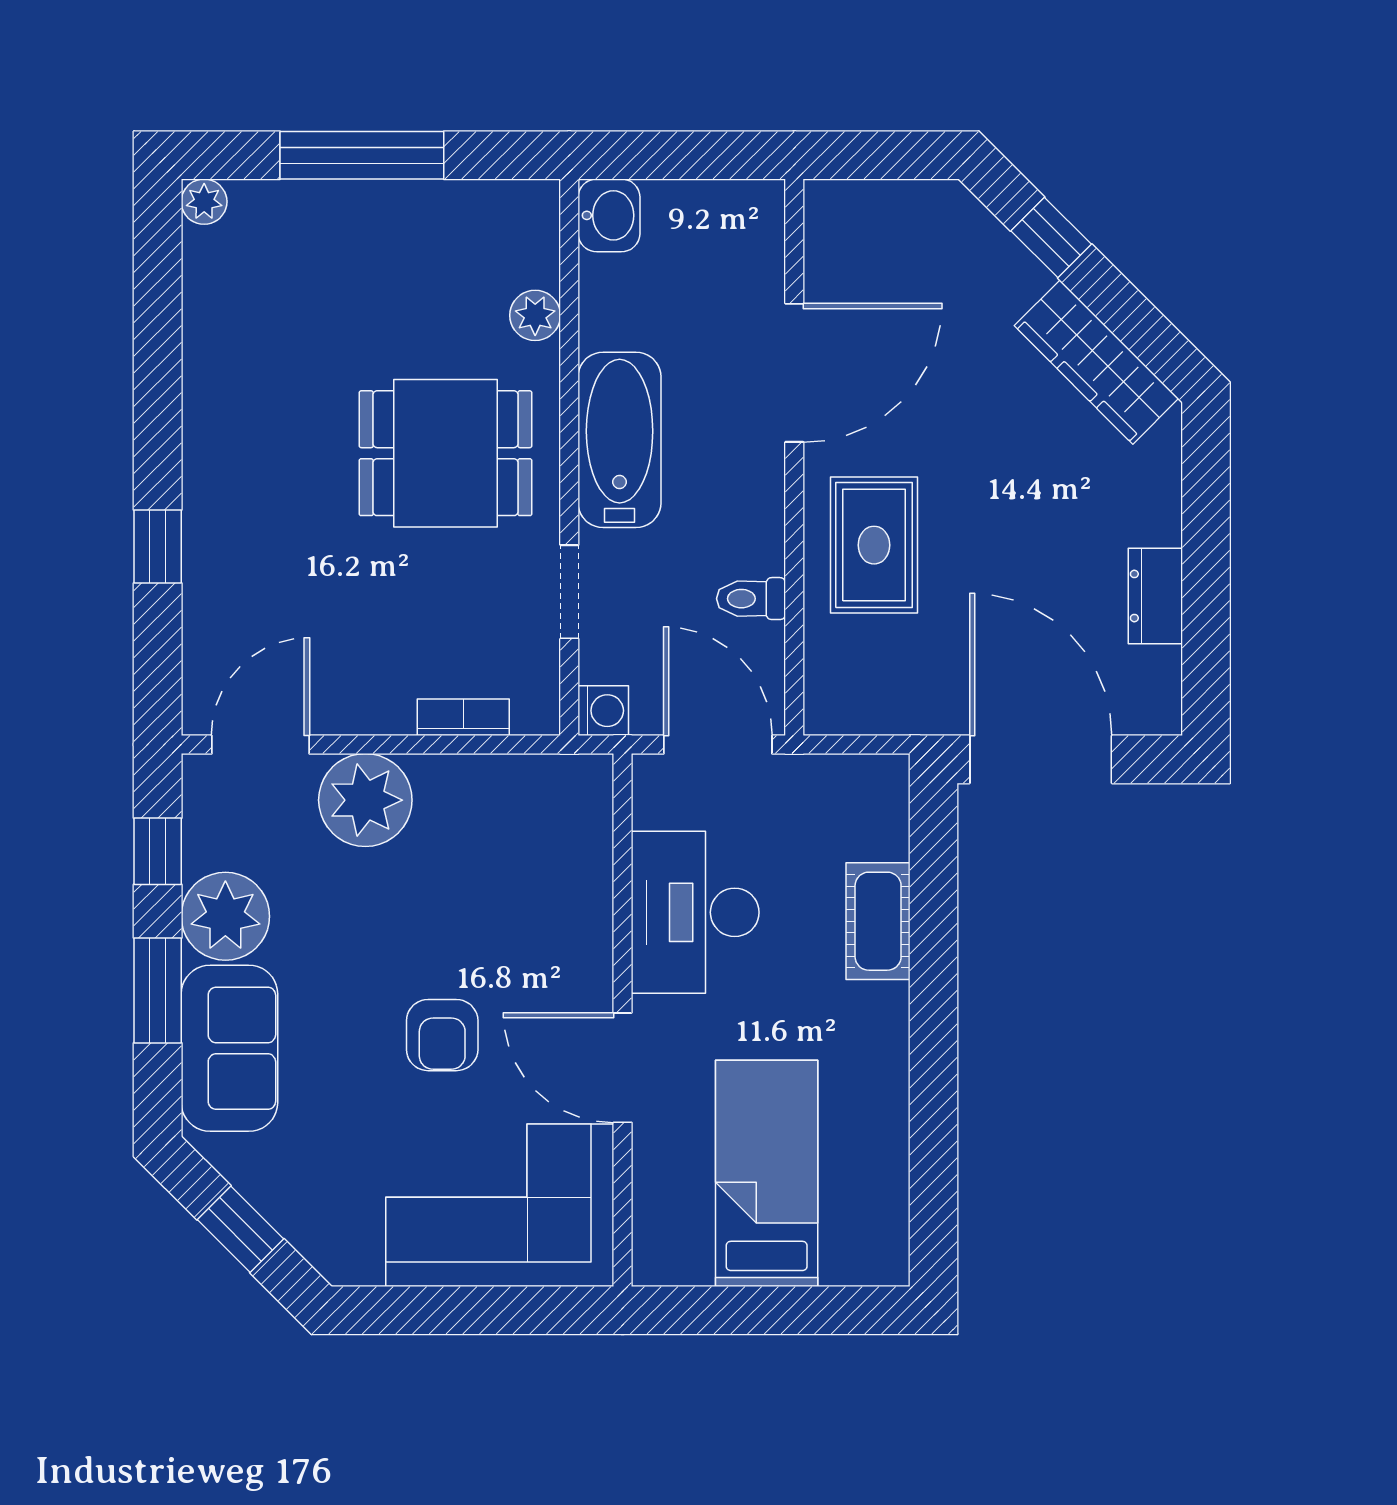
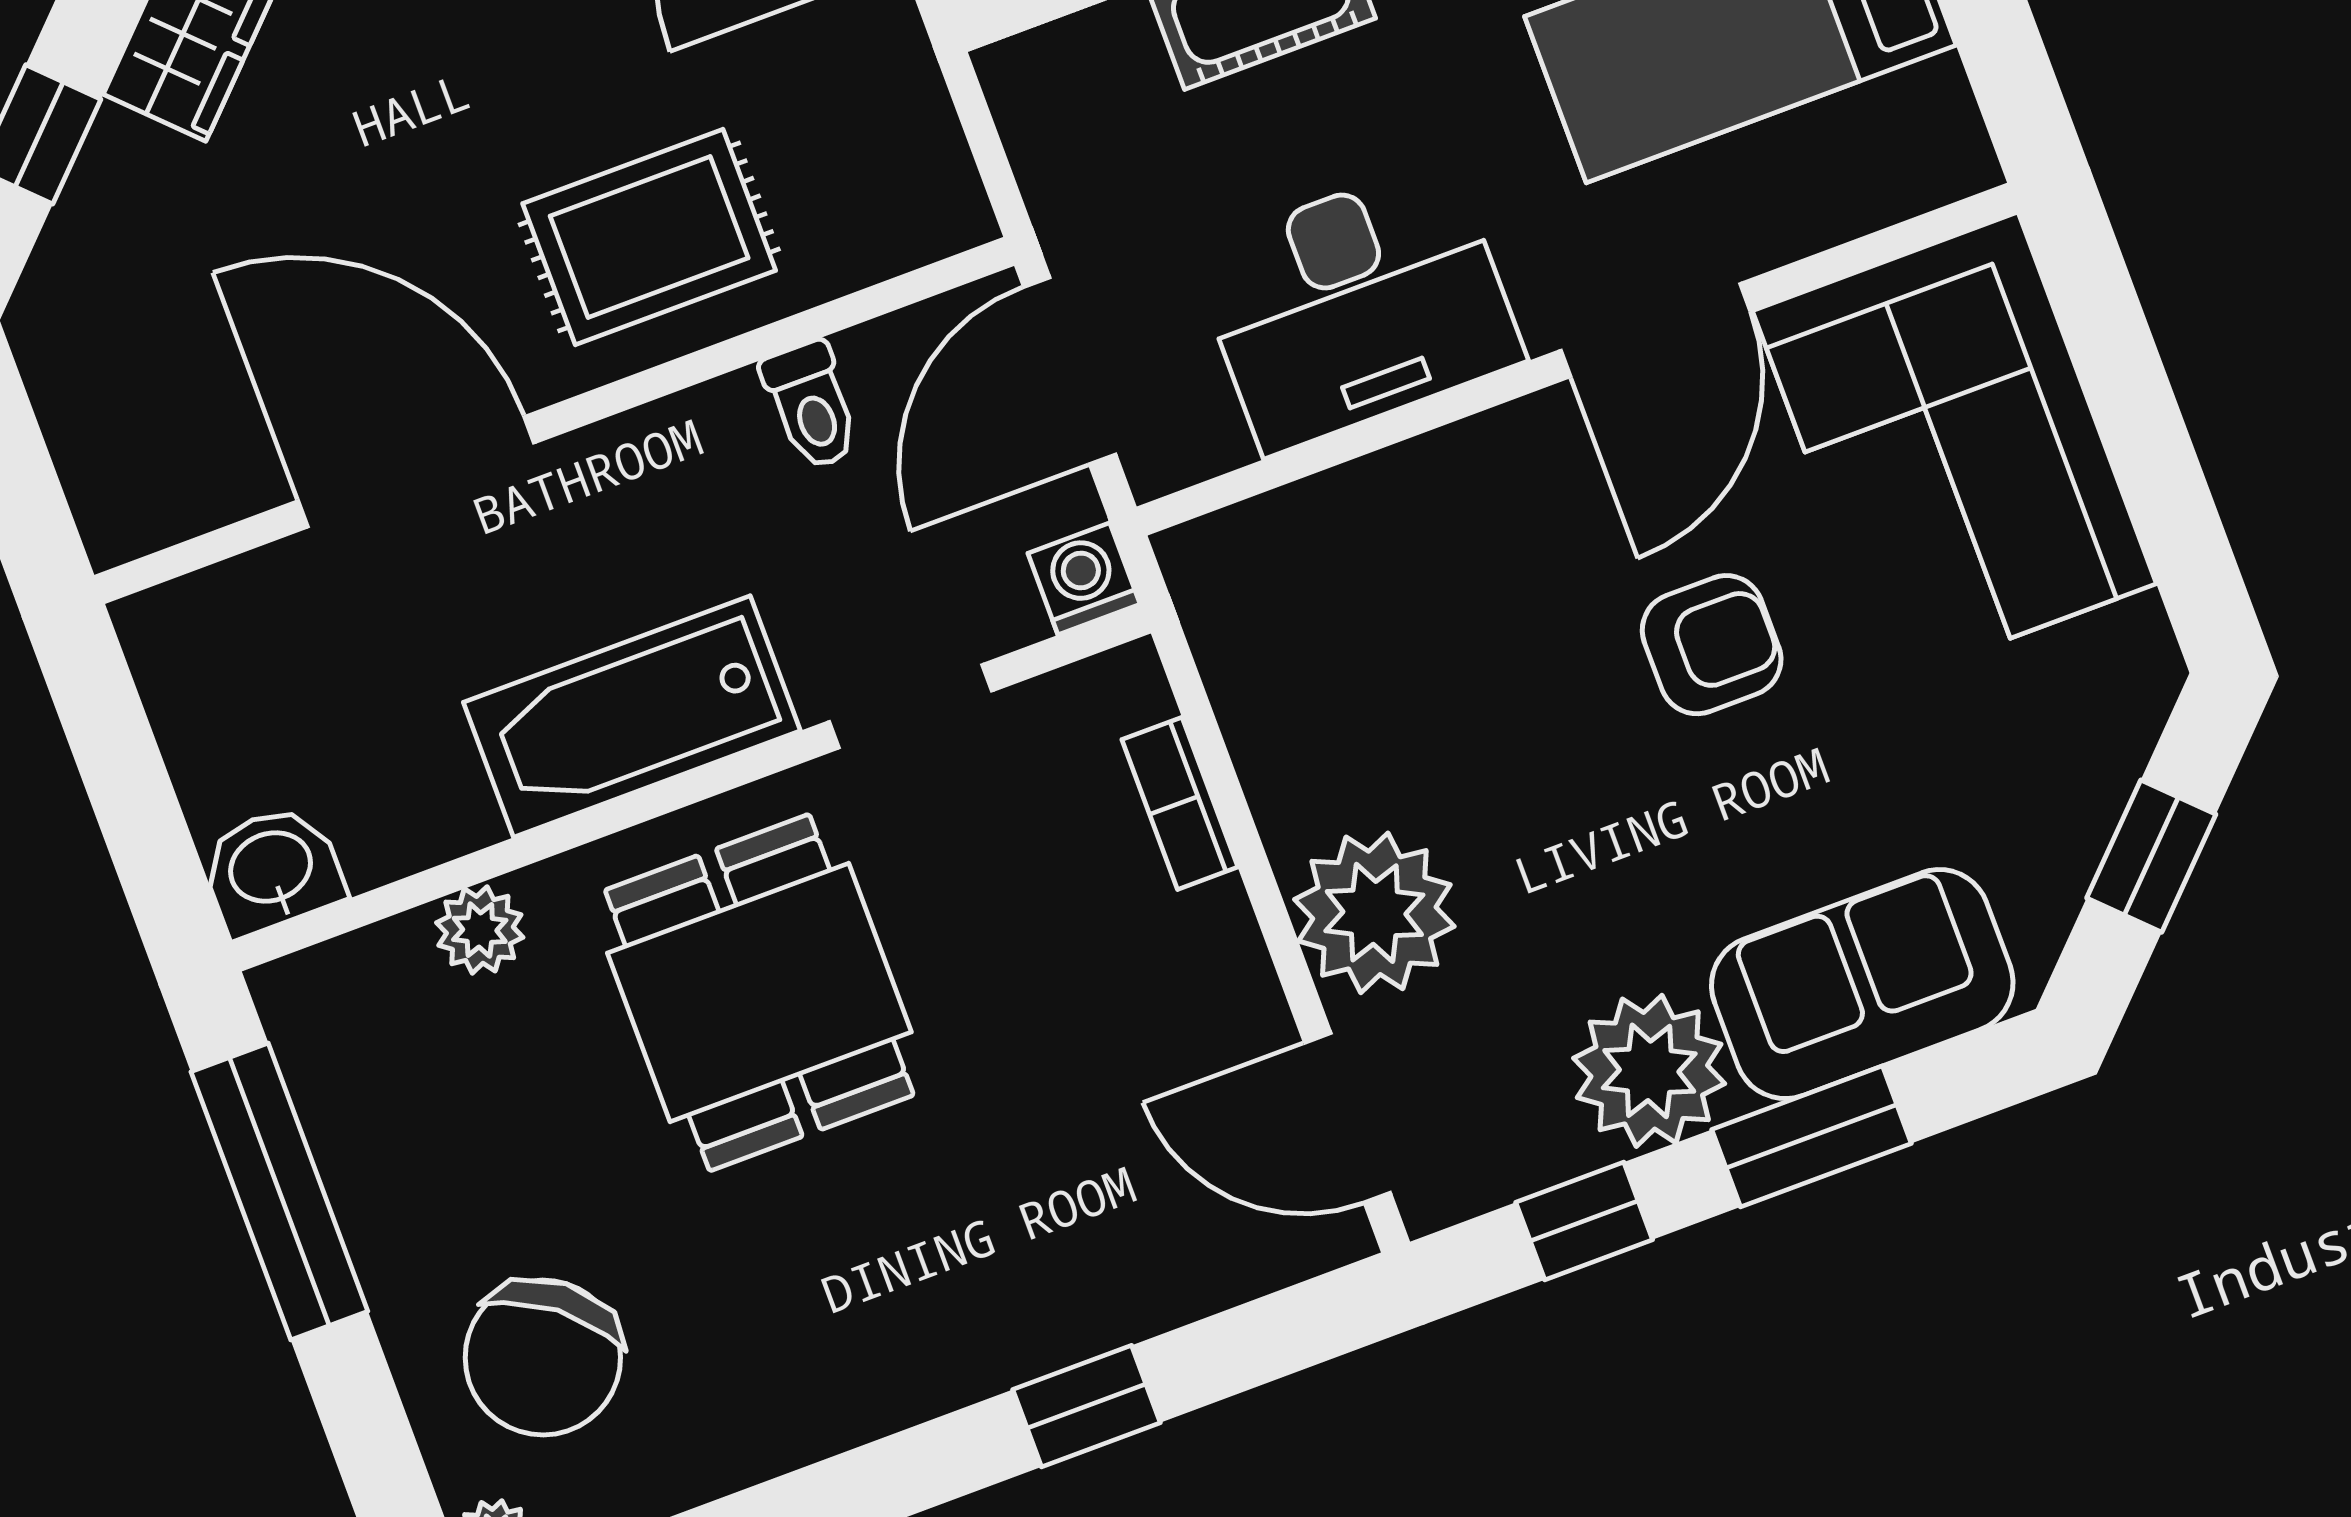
window: (362, 155) -> (279, 1192), moved
chair: (293, 264) -> (543, 1358), added

